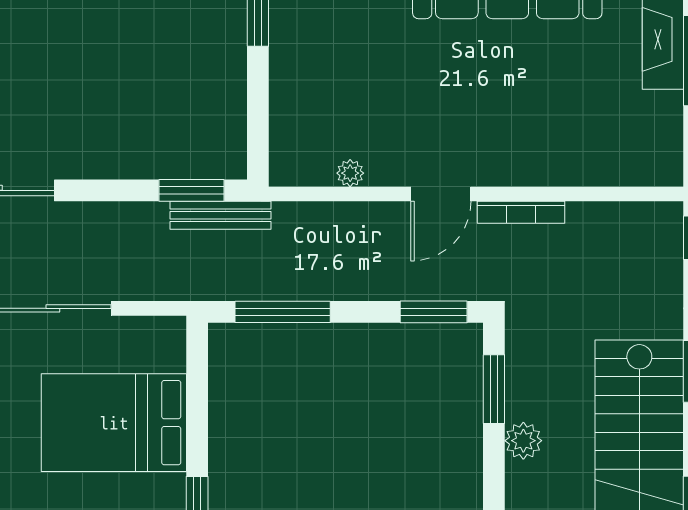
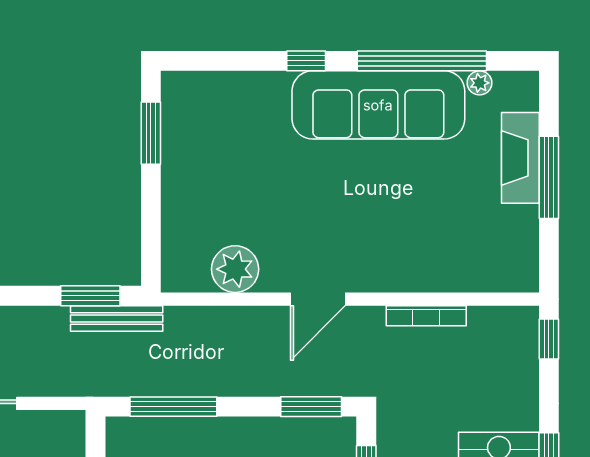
plant: (350, 173) -> (235, 269), width x1.88, depth x1.88
bookcase: (521, 212) -> (426, 316), moved

